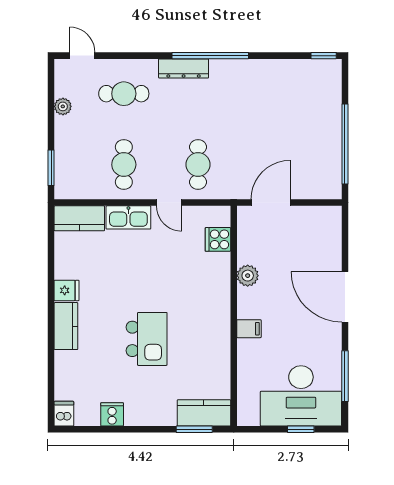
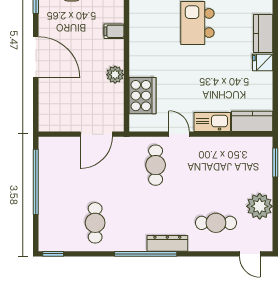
plant: (63, 106) -> (260, 206), width x1.87, depth x1.87
cafe table: (124, 165) -> (95, 223), moved
cooker: (218, 239) -> (142, 96), width x1.87, depth x1.31

